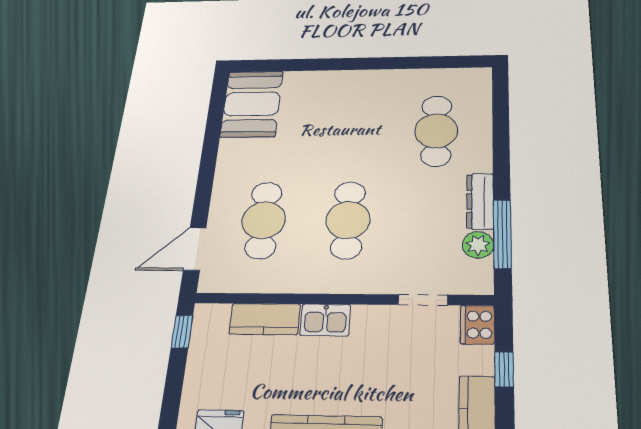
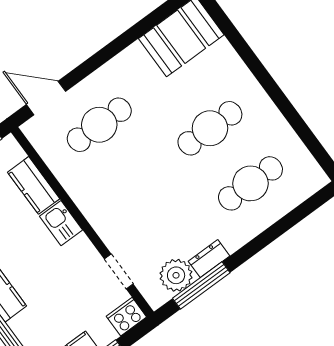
dresser: (480, 201) -> (209, 259), width x0.70
cafe table: (348, 220) -> (210, 128), moved
plant: (478, 245) -> (176, 275), width x1.36, depth x1.36

